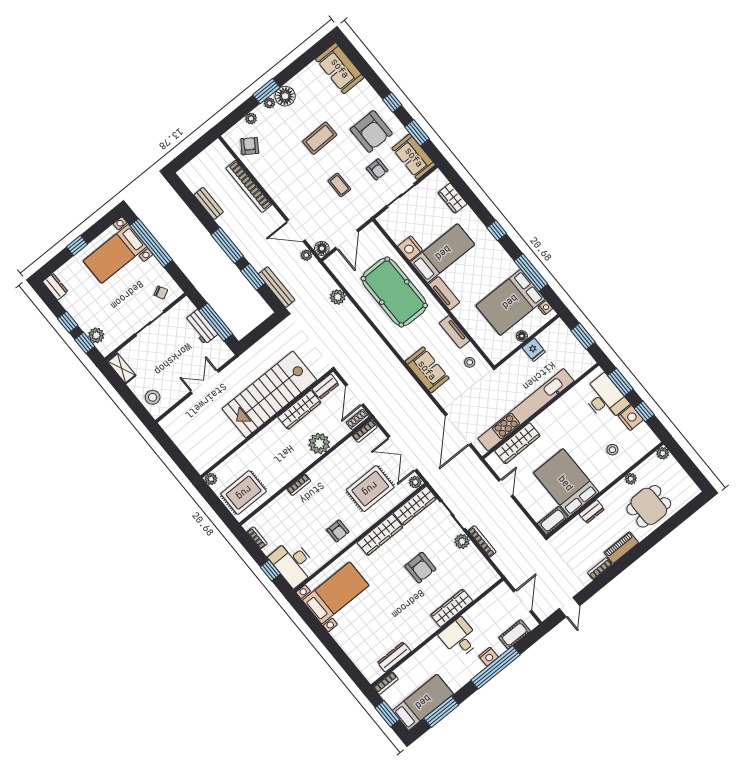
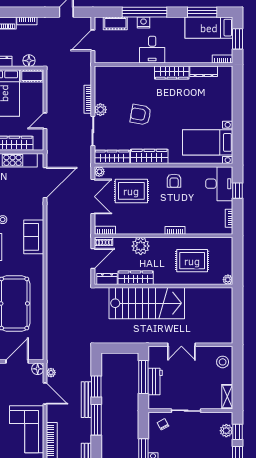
corner sofa: (286, 183) -> (27, 429), added
bench: (277, 287) -> (86, 400), moved
plant: (338, 297) -> (53, 330), removed
rug: (244, 493) -> (192, 261), moved
armchair: (338, 531) -> (174, 181), turned 180
floor lamp: (567, 533) -> (29, 61), added
armchair: (420, 568) -> (141, 115), turned -80
wardrobe: (452, 608) -> (172, 73), moved

